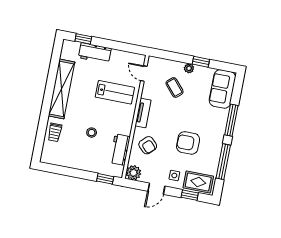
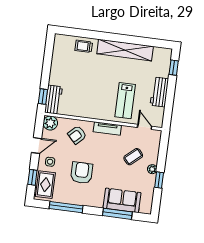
workbench: (95, 53) -> (159, 92), moved
door: (144, 73) -> (145, 127), hinge flipped
sofa: (222, 89) -> (122, 200), moved
window: (231, 120) -> (117, 214), moved
stool: (92, 133) -> (86, 81), removed
workbench: (120, 150) -> (53, 100), moved, turned 90
door: (156, 189) -> (37, 145), swing flipped

